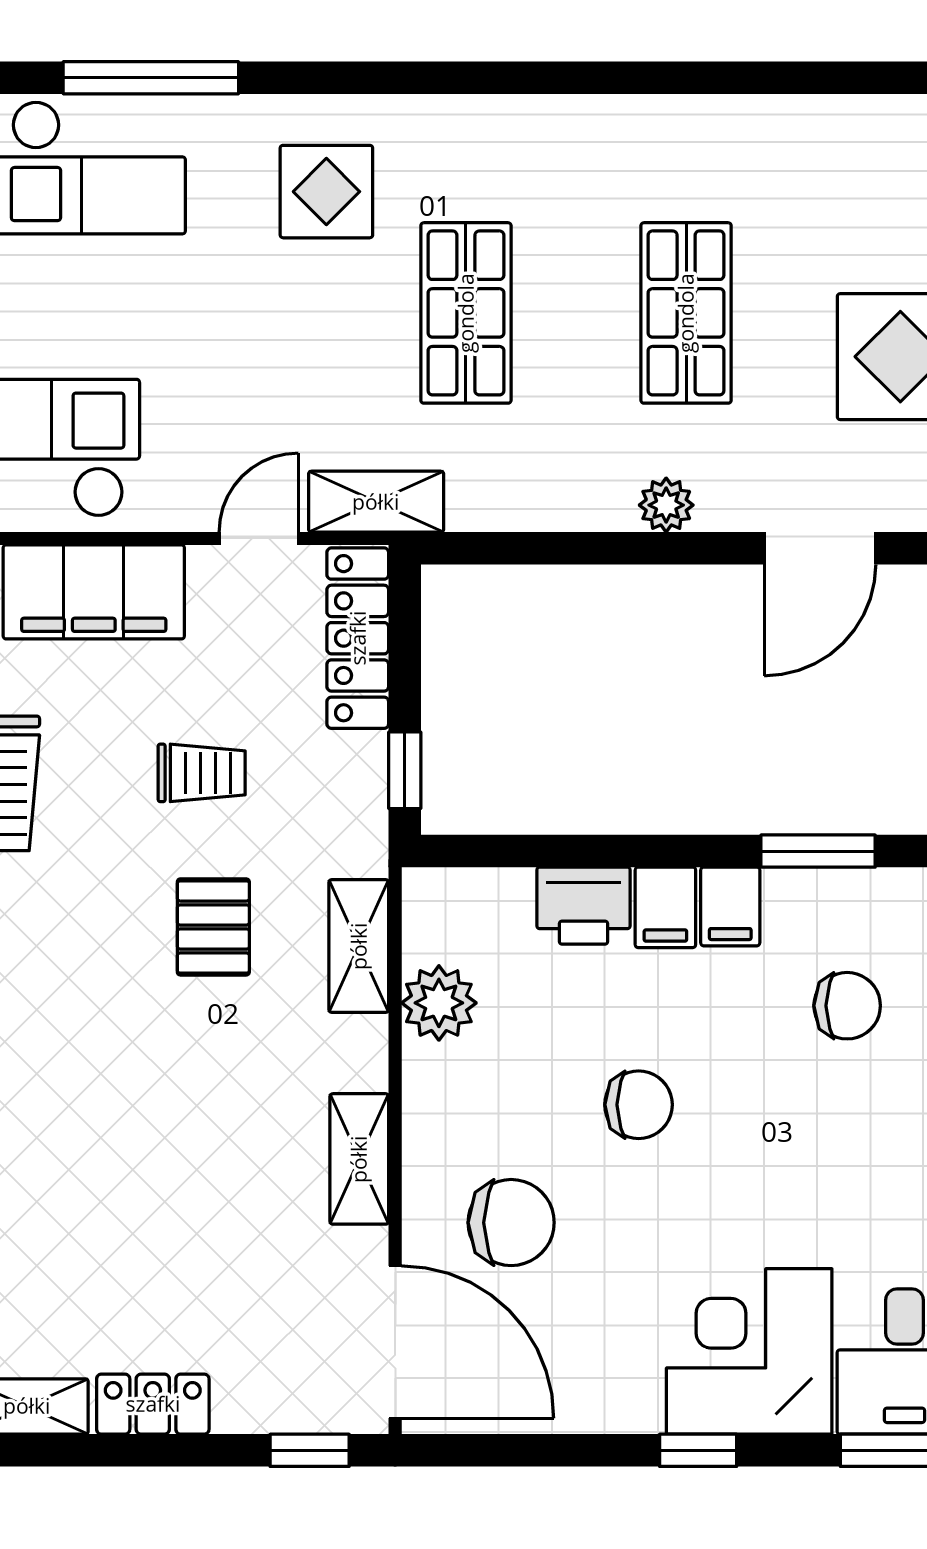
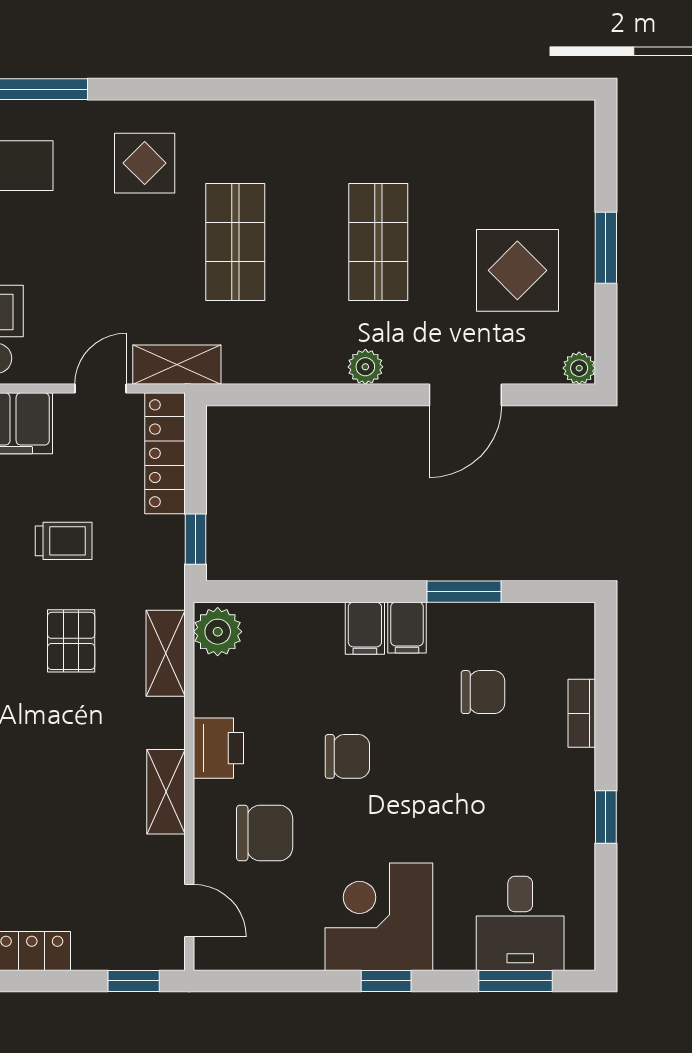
printer: (584, 906) -> (218, 748), moved, turned -90
plant: (439, 1003) -> (218, 632), moved
door: (395, 1342) -> (189, 911), width x0.53
corner desk: (749, 1351) -> (379, 917), moved

